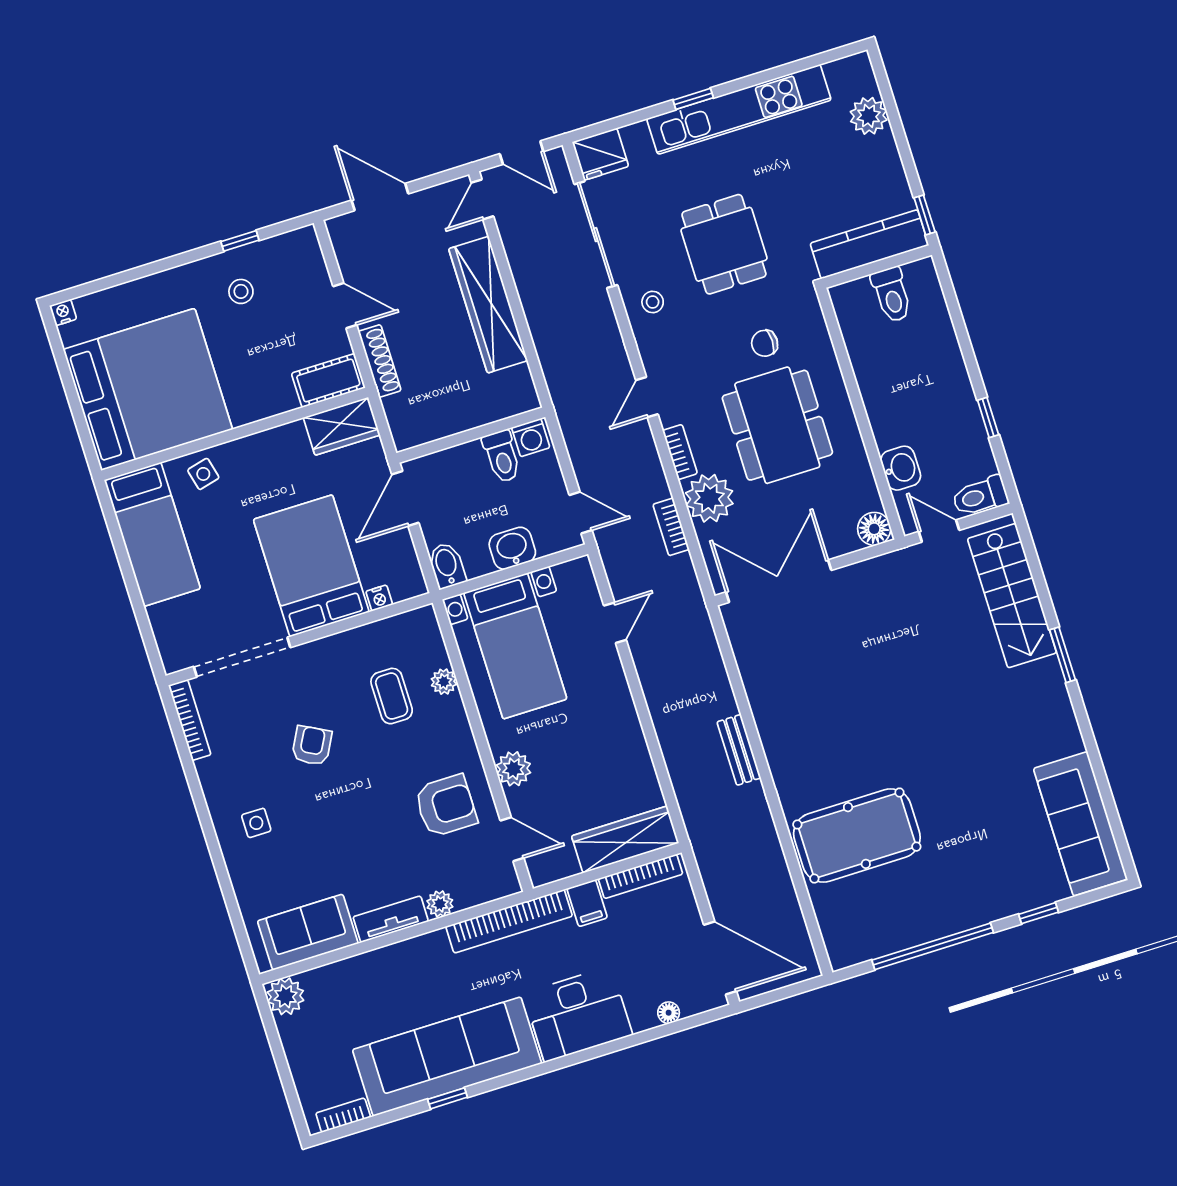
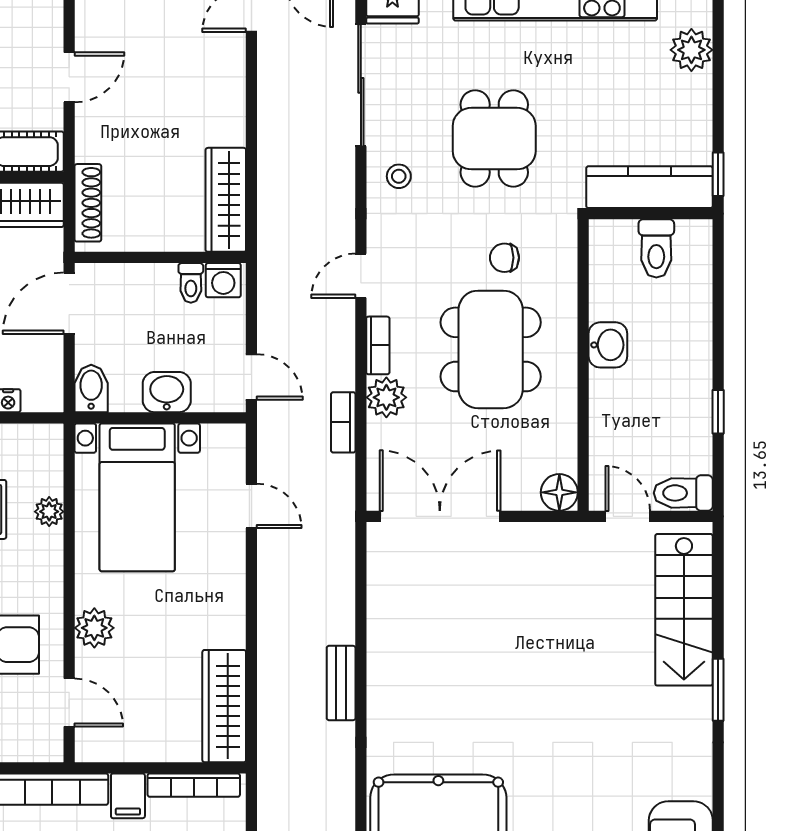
wardrobe: (488, 305) -> (226, 200), moved, width x0.71, depth x0.85
door: (345, 306) -> (69, 77), hinge flipped
shoe rack: (380, 361) -> (88, 203), moved
toilet: (502, 456) -> (191, 283), width x0.73, depth x0.72
washbasin: (901, 468) -> (608, 345), moved
plant: (709, 498) -> (386, 397), width x0.73, depth x0.73
door: (615, 623) -> (251, 506), hinge flipped
wardrobe: (625, 840) -> (224, 706), moved, turned -90

